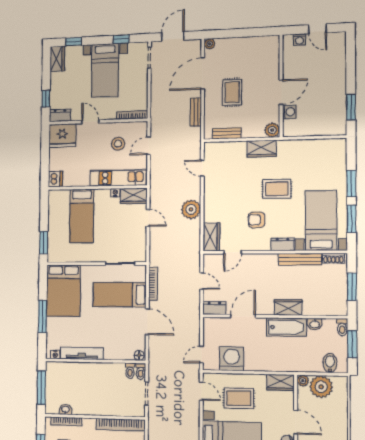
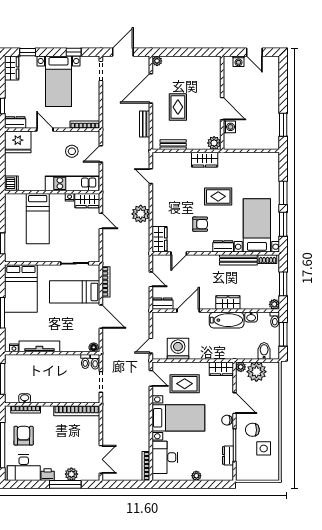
door: (281, 92) -> (222, 109), hinge flipped
armchair: (256, 220) -> (200, 224), turned 180
plant: (342, 310) -> (274, 304), added

